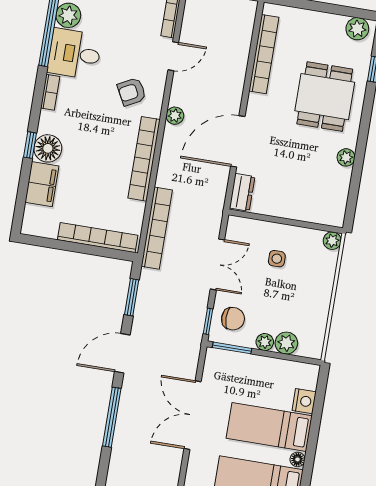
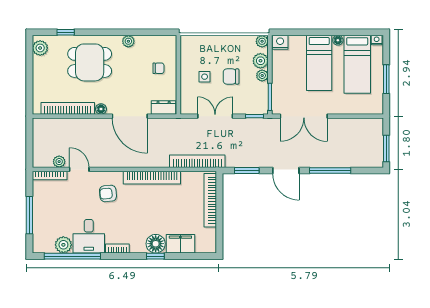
armchair: (132, 92) -> (108, 193), turned 113
floor lamp: (255, 102) -> (101, 109), added
plant: (175, 116) -> (59, 162), moved
chair: (300, 194) -> (158, 68), added
plant: (332, 241) -> (262, 41), moved
chair: (233, 319) -> (231, 76), moved, turned -90
nightstand: (304, 401) -> (280, 42), moved
double door: (193, 415) -> (304, 116), moved

